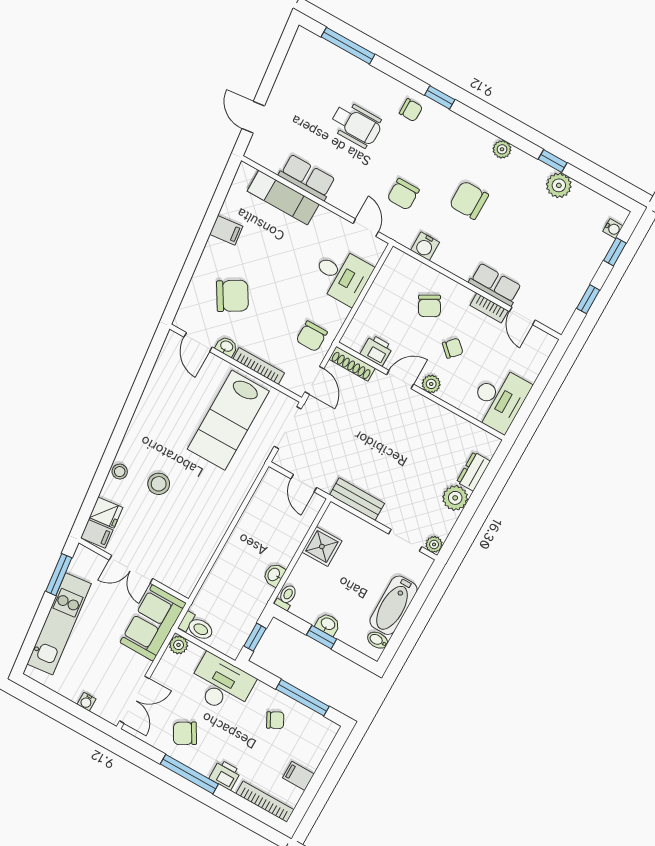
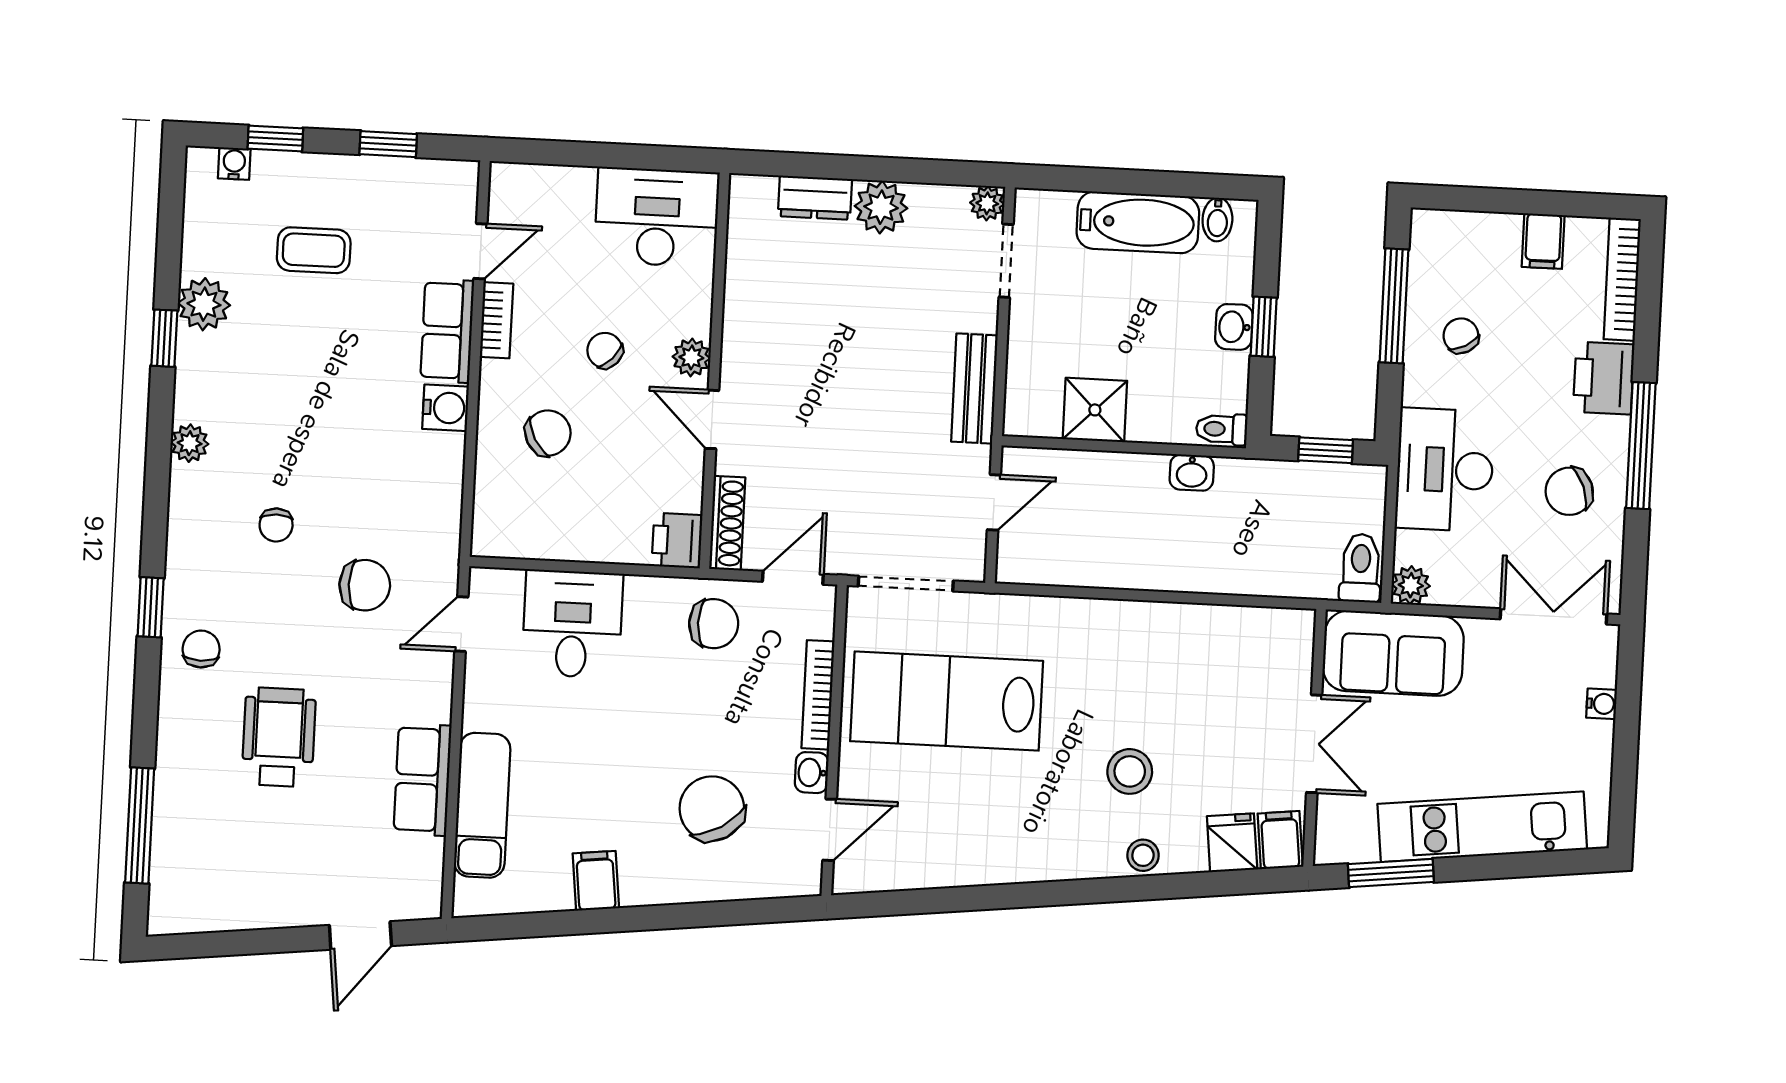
chair: (469, 200) -> (276, 525), moved, width x0.54, depth x0.54
coffee table: (558, 244) -> (314, 250), added
water cooler: (425, 246) -> (446, 408), moved
printer: (377, 350) -> (677, 540), moved
lab bench: (228, 420) -> (947, 701), turned 180
chair: (185, 733) -> (1569, 491), turned 99
printer: (225, 775) -> (1604, 378), width x1.36, depth x1.24

